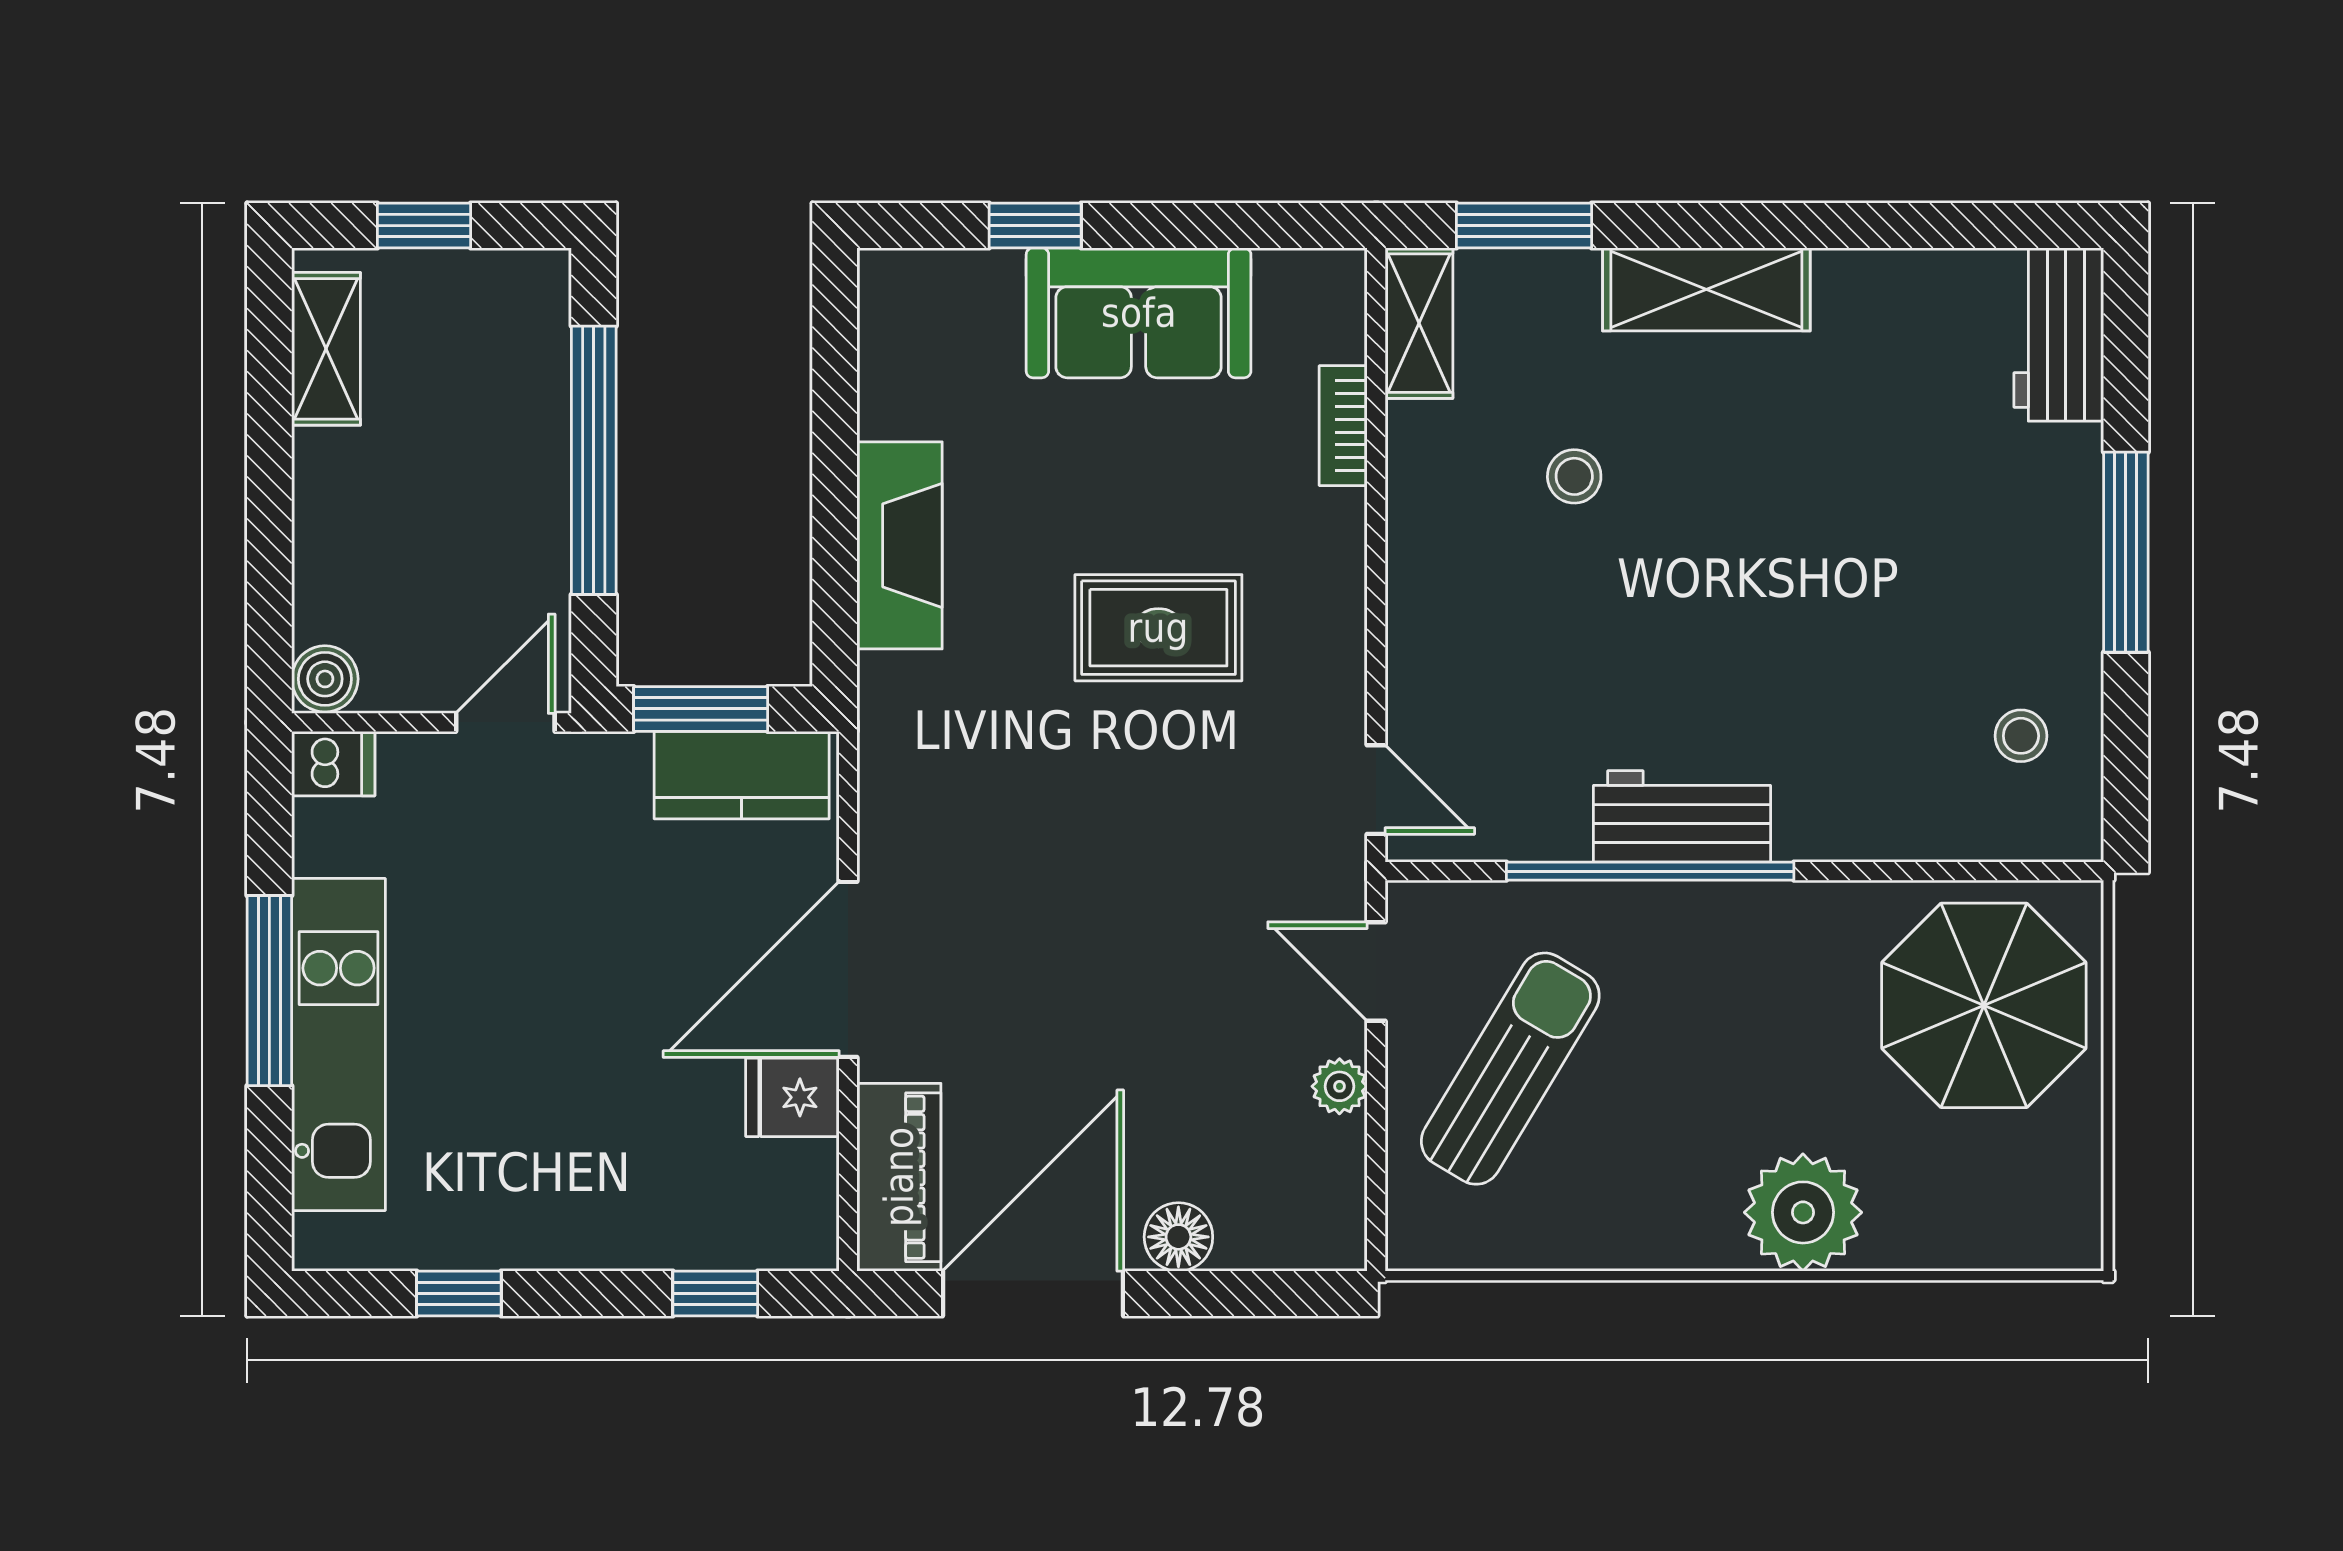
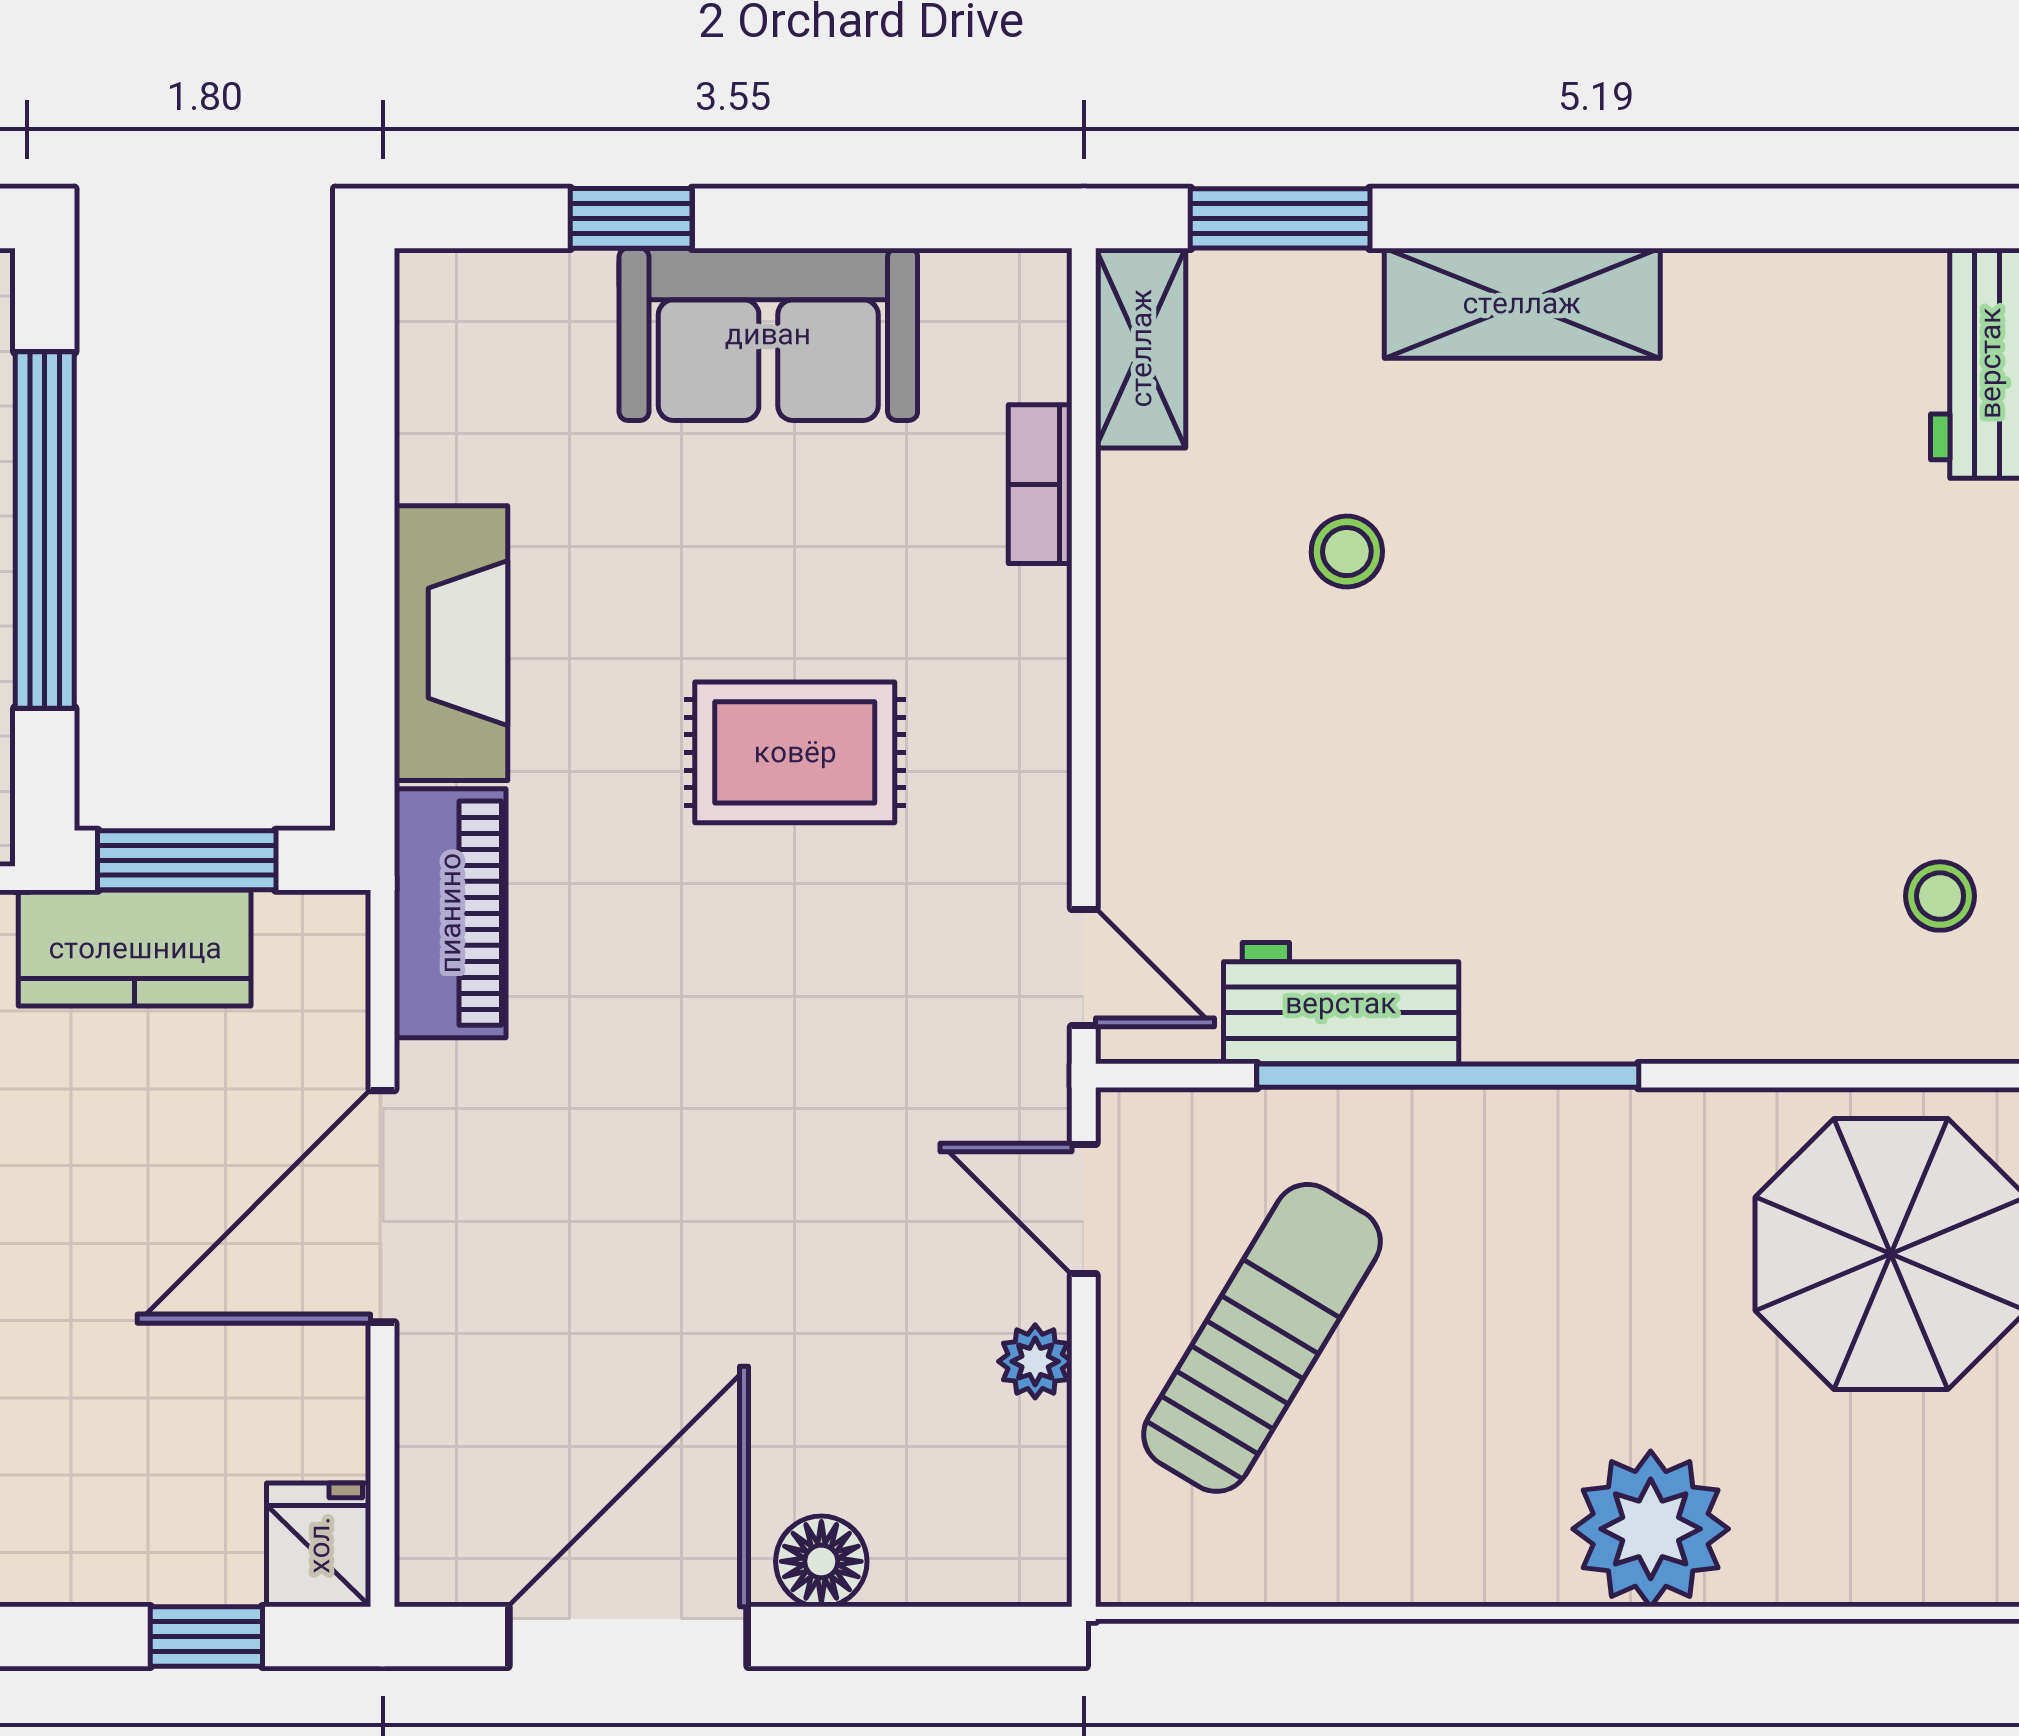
kitchen counter: (742, 775) -> (135, 948), moved
workbench: (1682, 816) -> (1341, 1003), moved
fridge: (792, 1097) -> (319, 1545), moved, turned 90
piano: (899, 1177) -> (450, 913), moved

